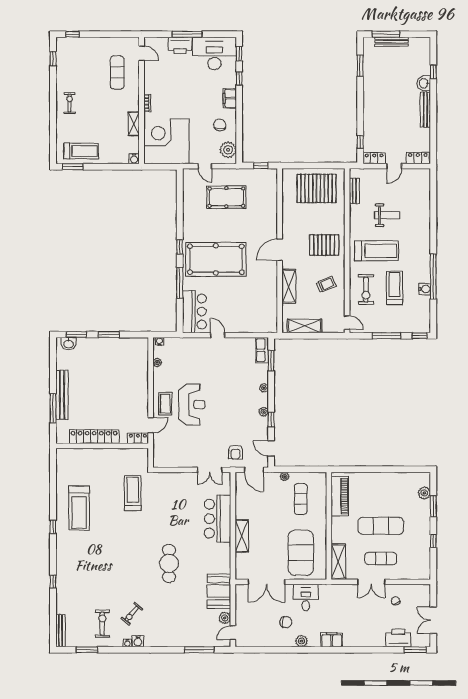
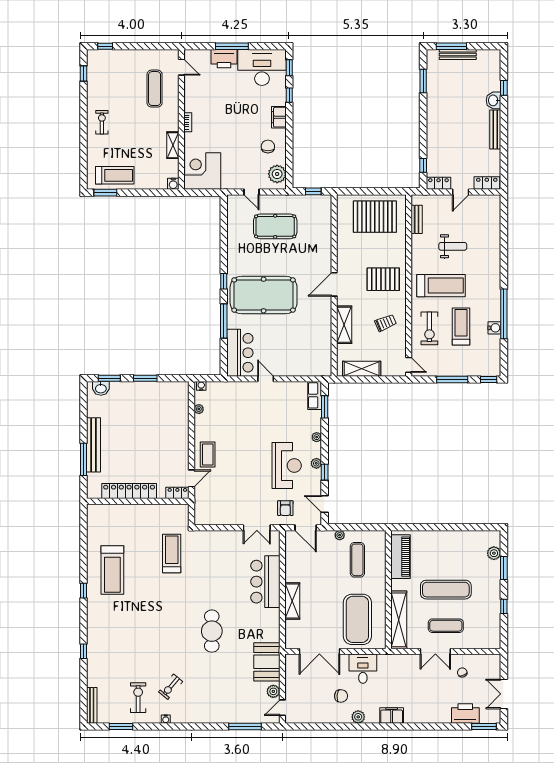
corner desk: (166, 141) -> (202, 171), width x0.74, depth x0.74
reception desk: (192, 405) -> (287, 466), moved
shelving: (338, 562) -> (399, 620), width x1.47
water cooler: (138, 641) -> (177, 717), removed

